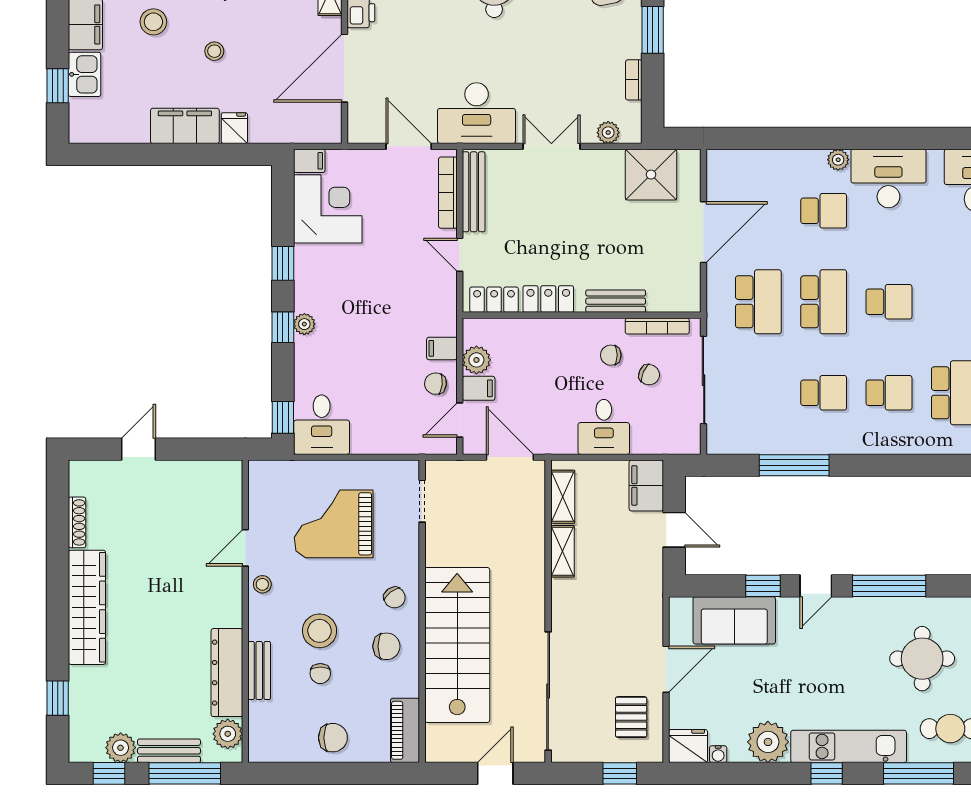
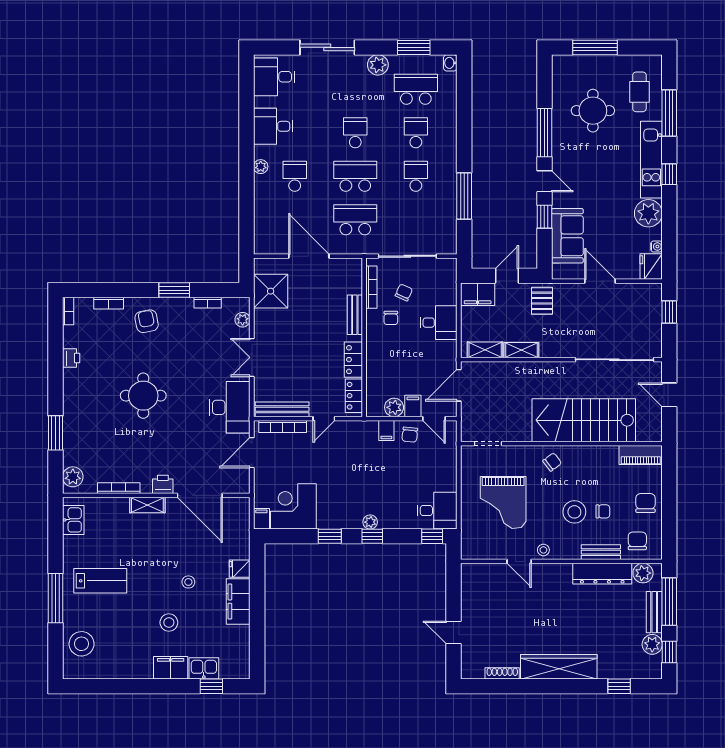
desk: (888, 178) -> (273, 126), width x0.73
chair: (386, 646) -> (637, 541), moved
pallet: (631, 717) -> (542, 301), moved, turned 90

